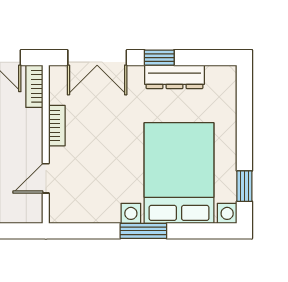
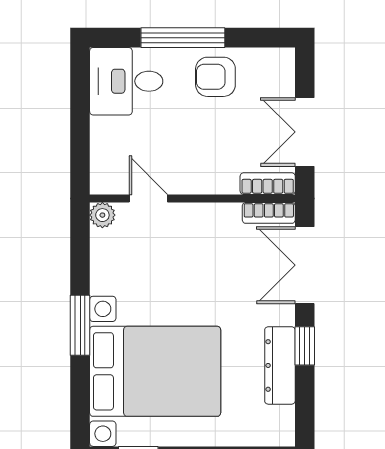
bookcase: (57, 126) -> (269, 213), moved
plant: (59, 214) -> (102, 215), added

